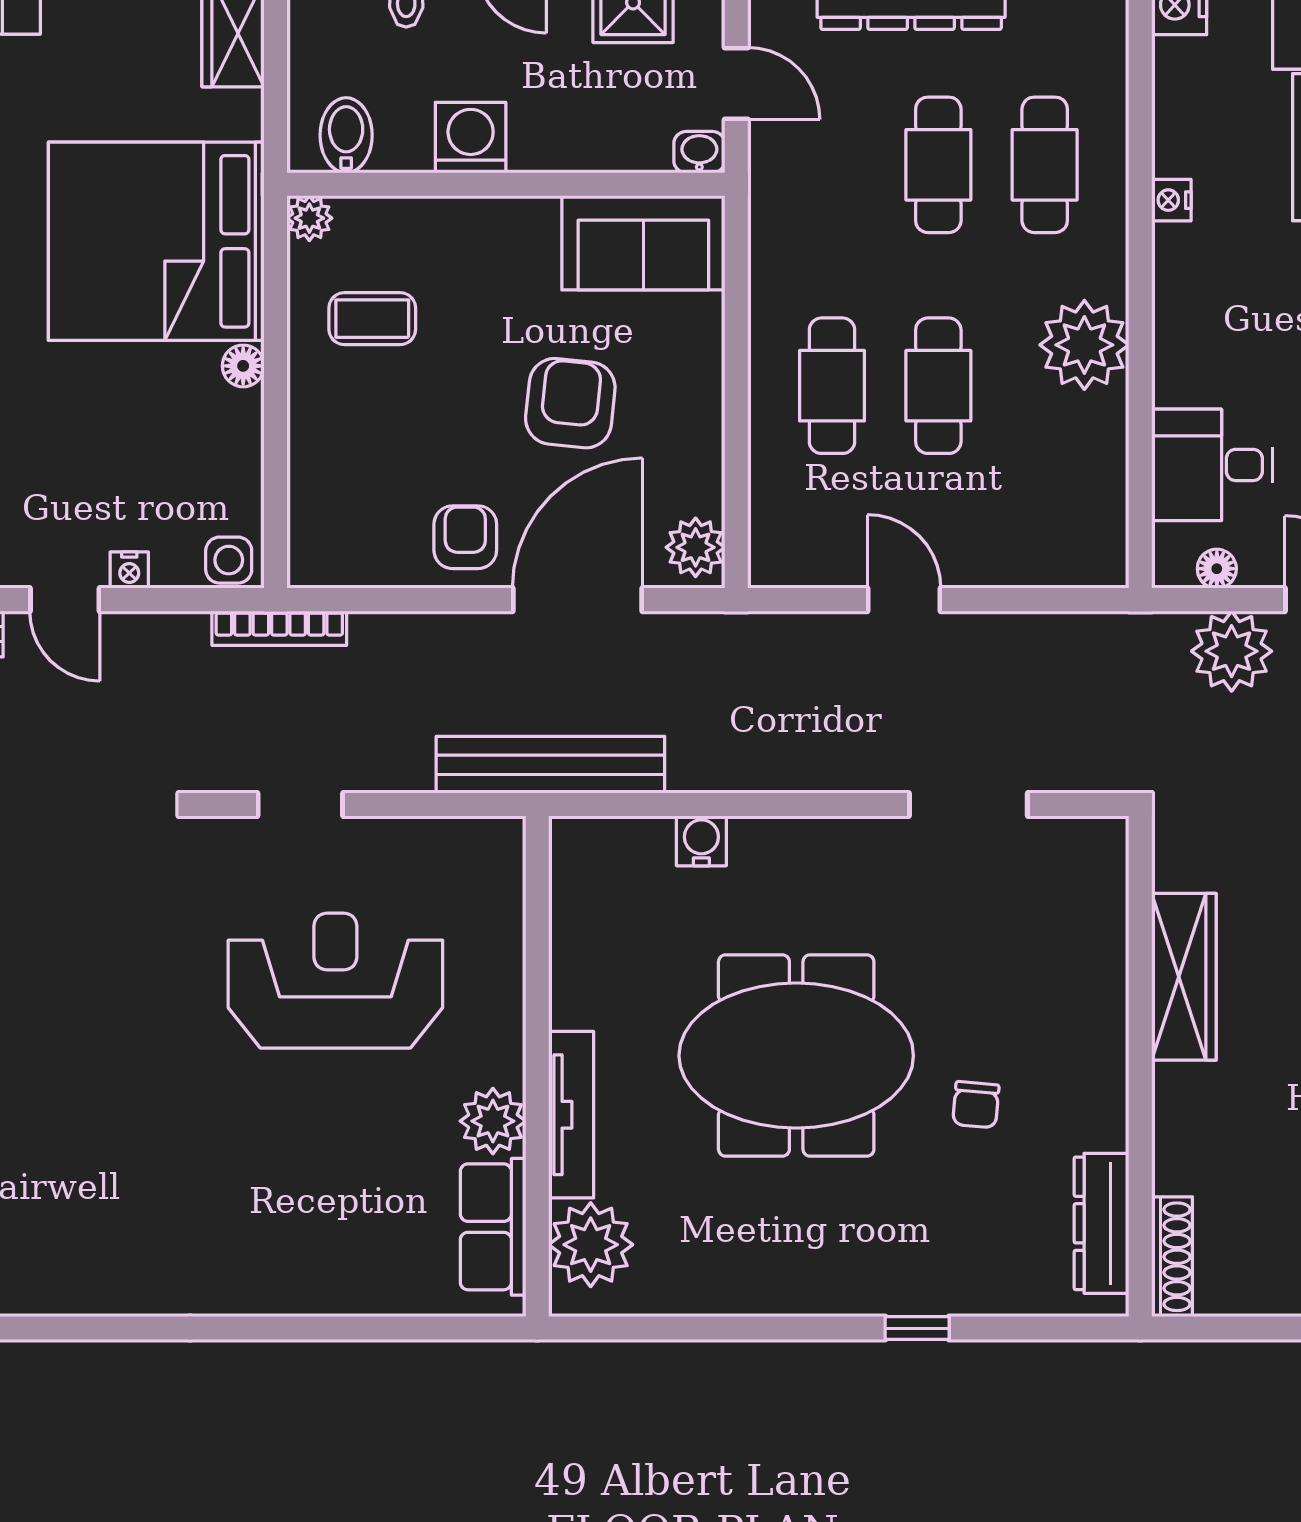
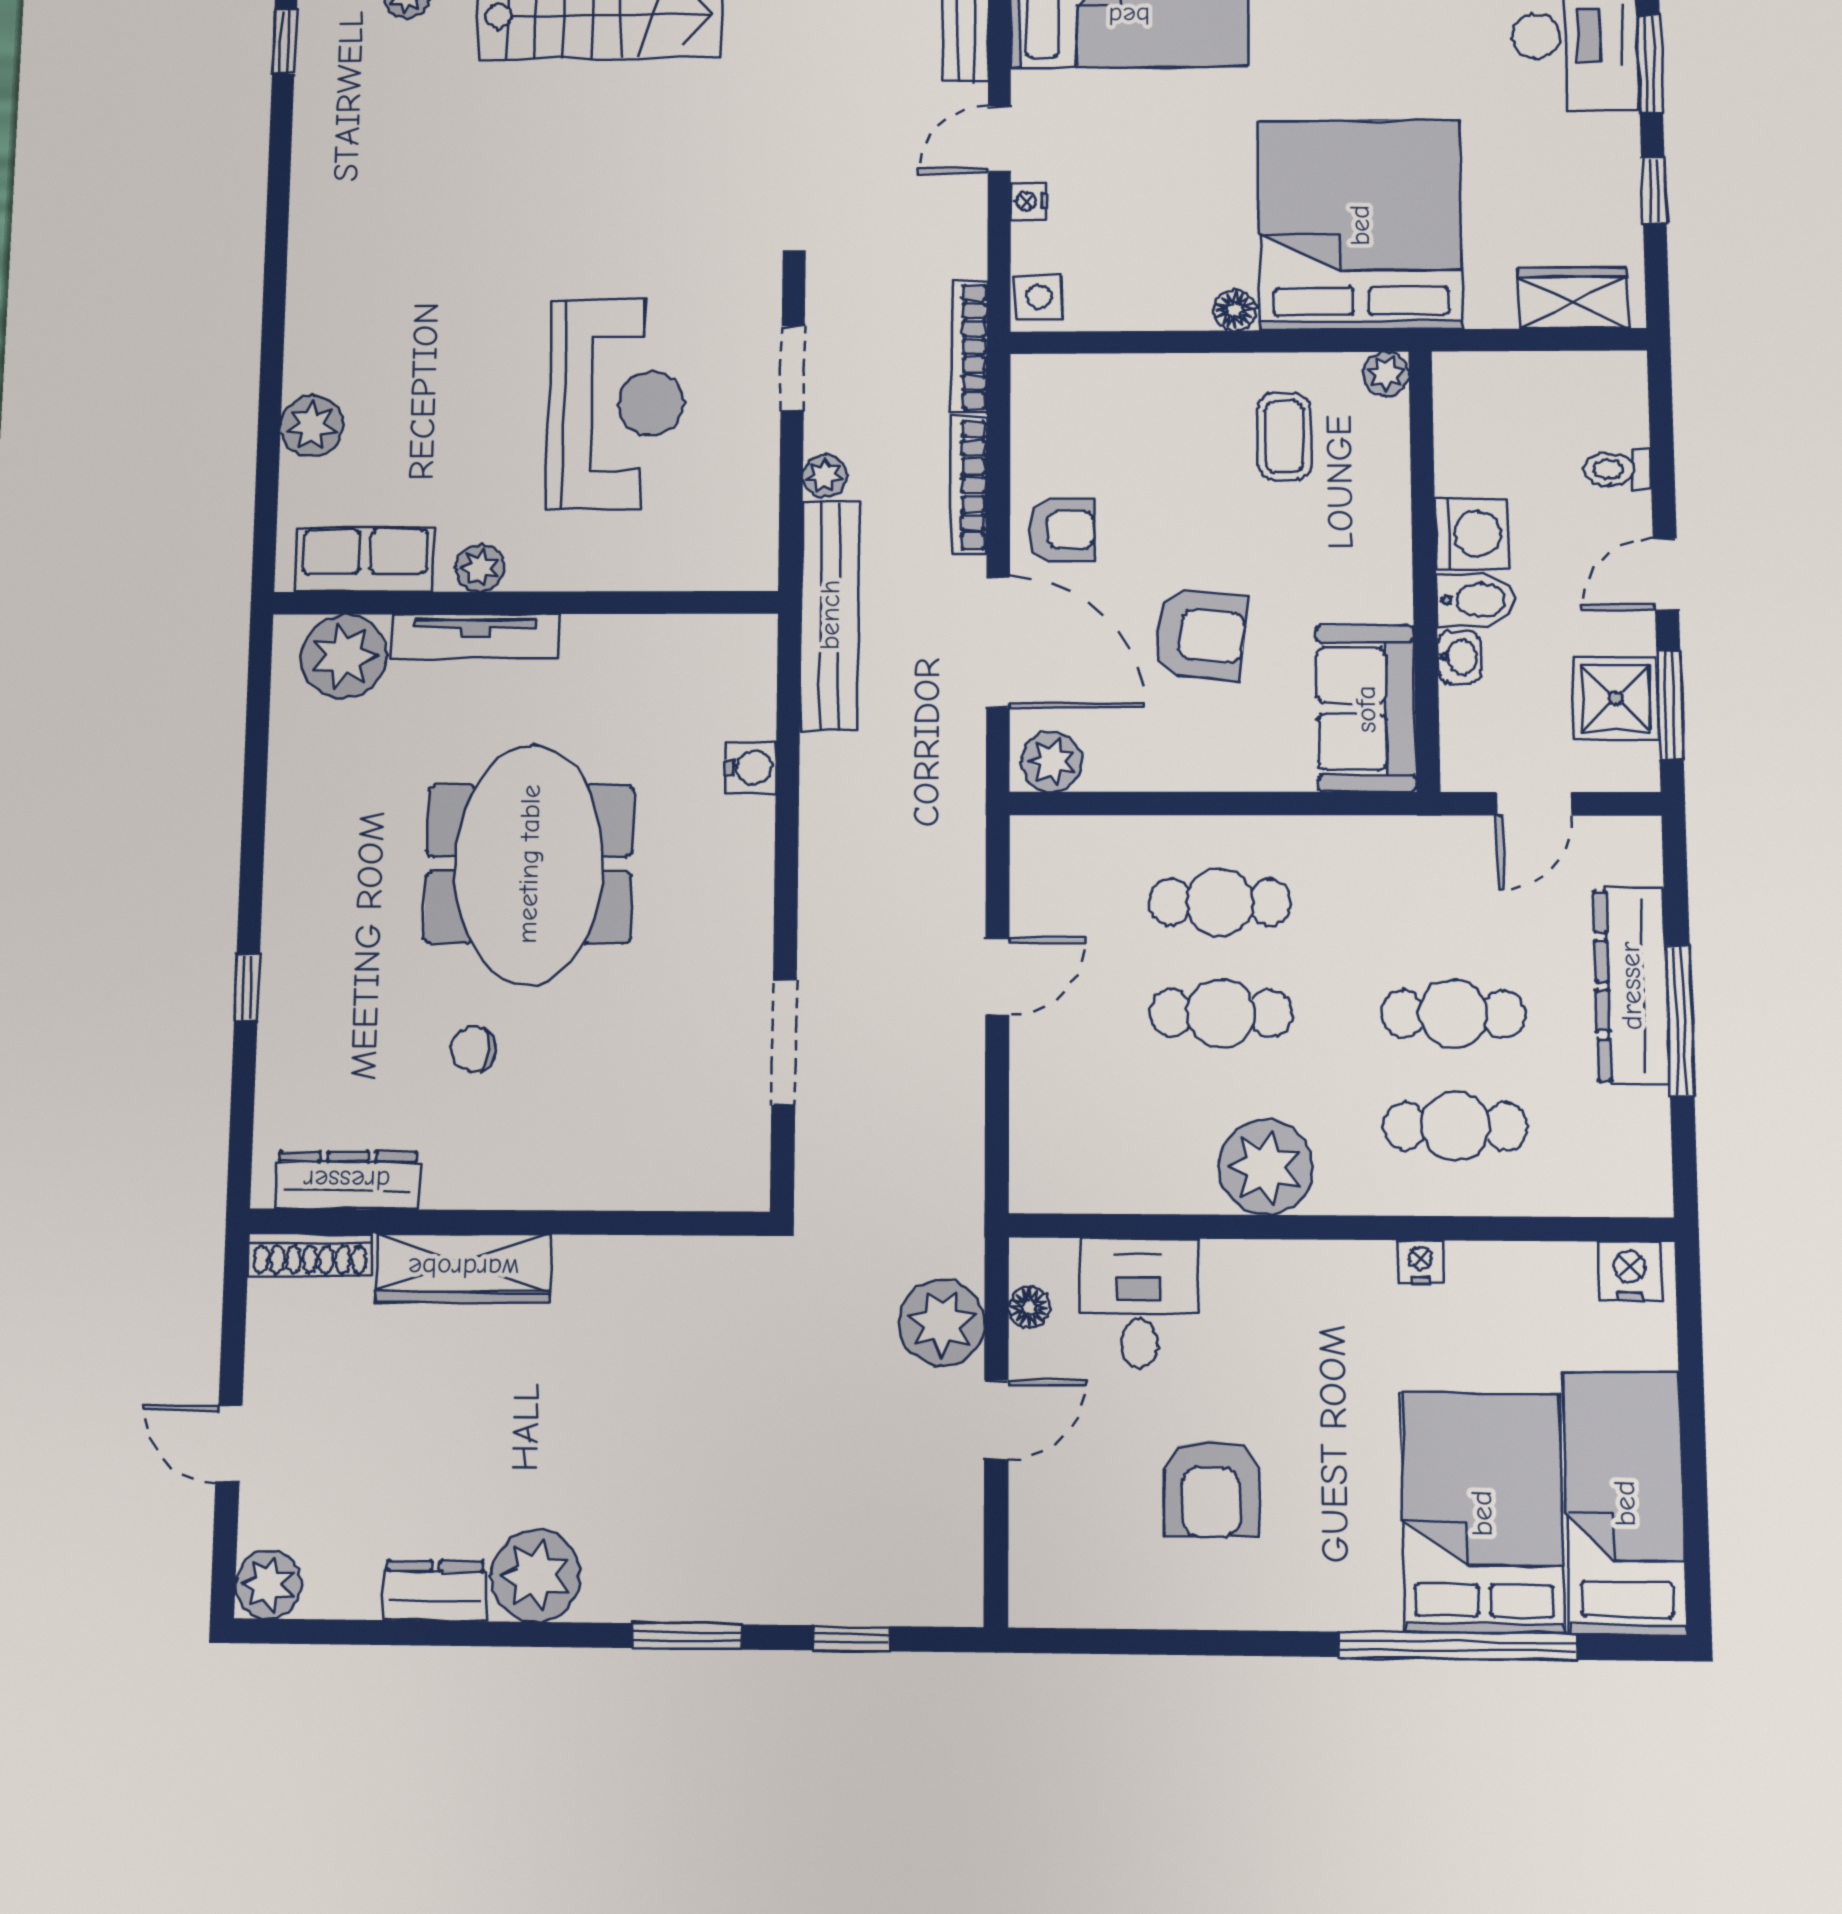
bidet: (346, 135) -> (1475, 600), moved
washbasin: (699, 152) -> (1459, 657), moved
bookcase: (420, 629) -> (969, 485), added
plant: (410, 771) -> (825, 476), added
wardrobe: (1184, 977) -> (463, 1268), moved
plant: (493, 1121) -> (480, 568), width x0.73, depth x0.73
plant: (357, 1285) -> (312, 426), added

